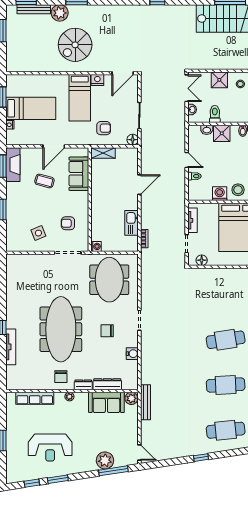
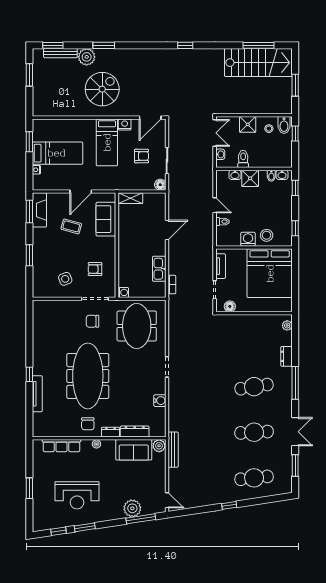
spiral stairs: (75, 45) -> (102, 89), turned 180
armchair: (104, 128) -> (142, 156), moved
chair: (107, 331) -> (92, 321), moved

